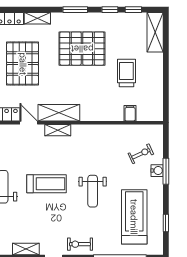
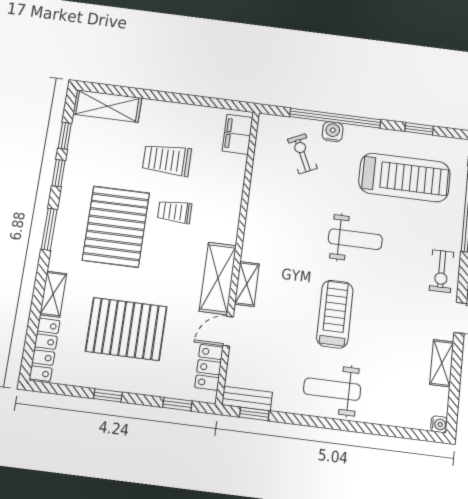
trolley: (95, 82) -> (175, 212), added
filing cabinet: (130, 113) -> (238, 134), moved, width x2.00
window: (166, 171) -> (335, 118), width x2.11
treadmill: (134, 217) -> (404, 177), turned 180

